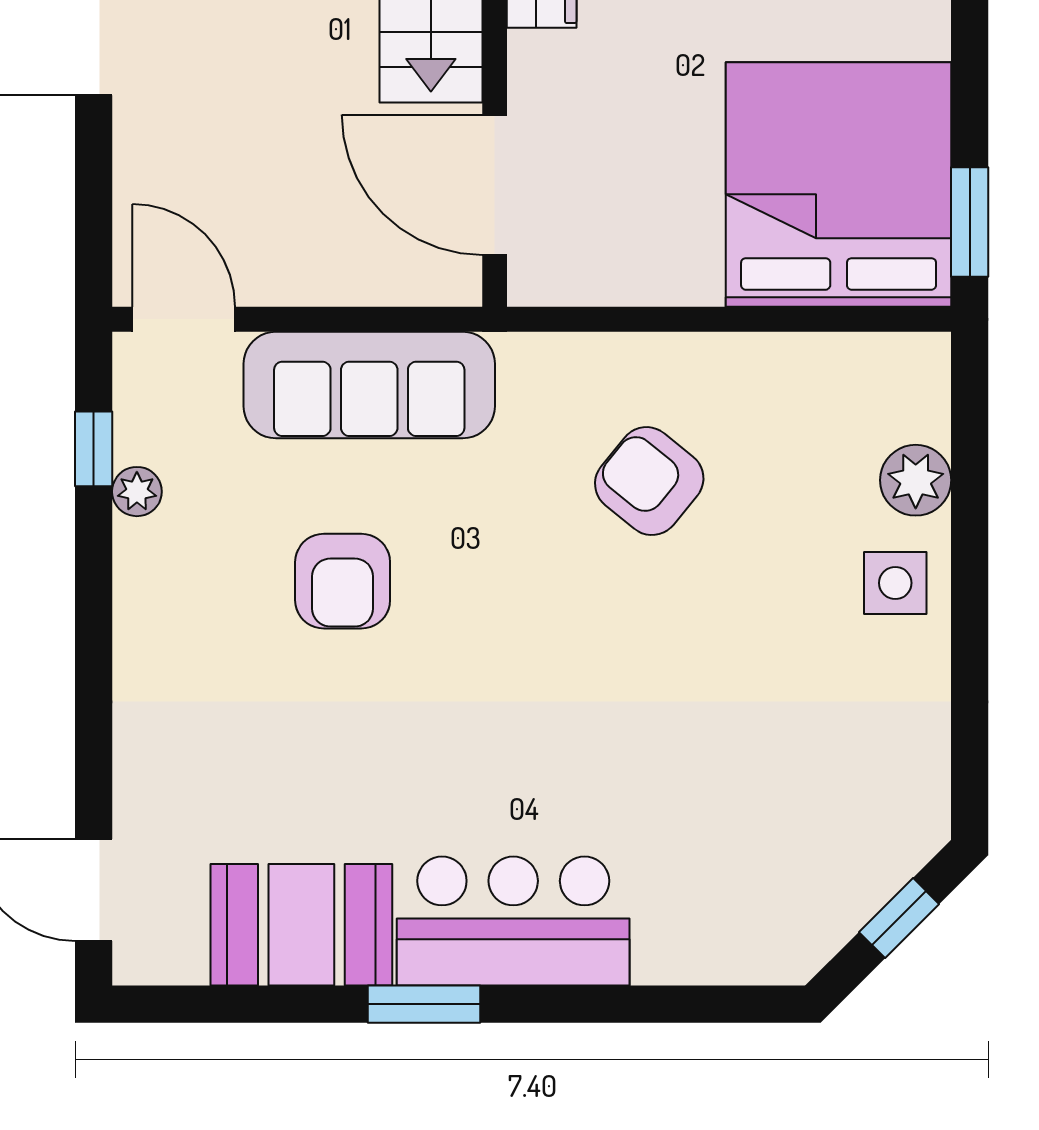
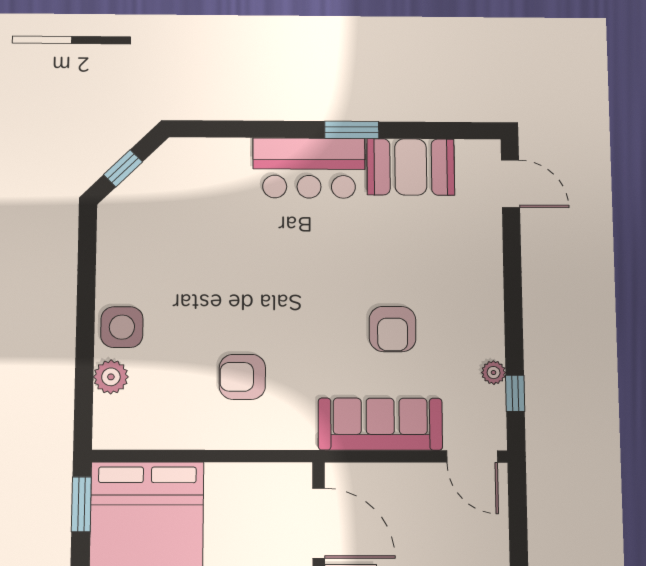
armchair: (649, 481) -> (242, 377), turned 141
armchair: (343, 581) -> (393, 329), turned 180
side table: (895, 583) -> (122, 327), width x1.37, depth x1.37

